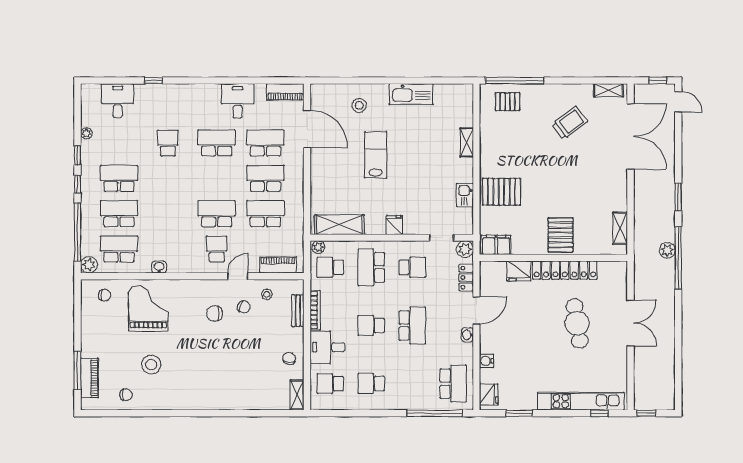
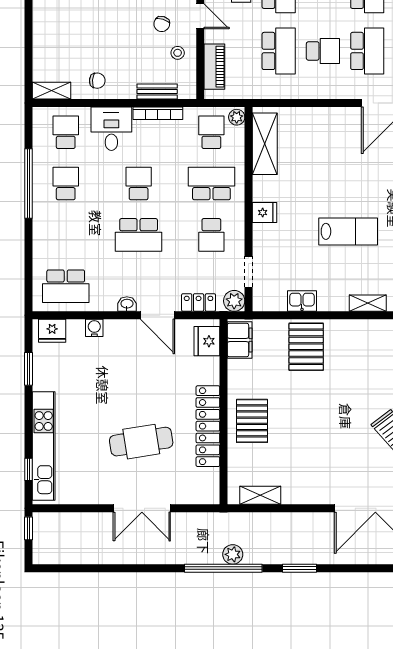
lab bench: (376, 155) -> (348, 231), moved
school desk: (265, 178) -> (323, 51), width x0.54
pallet: (561, 235) -> (252, 421), turned 90
fridge: (519, 271) -> (207, 341), moved
window: (435, 413) -> (29, 184), moved

